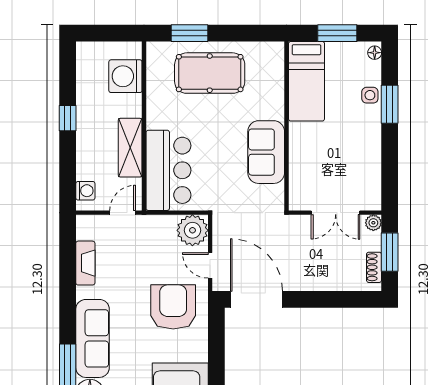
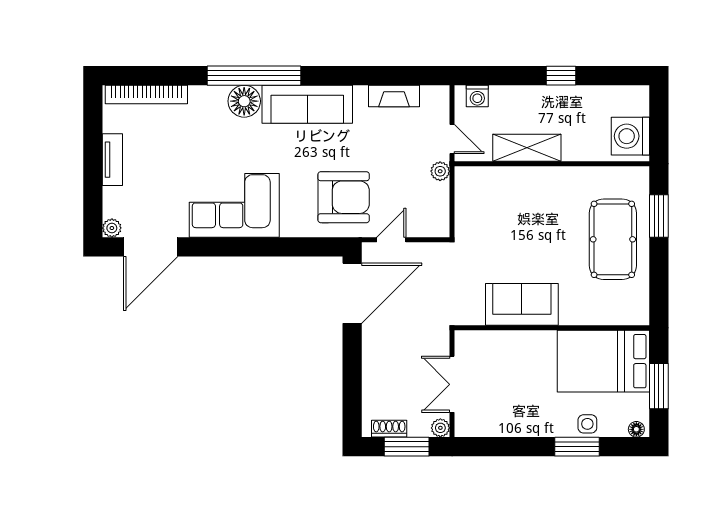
washing machine: (125, 76) -> (630, 136), moved, turned -90
bed: (307, 81) -> (603, 361), width x1.50
bar counter: (168, 170) -> (501, 192), removed
plant: (192, 230) -> (440, 171), moved, width x0.53, depth x0.53

